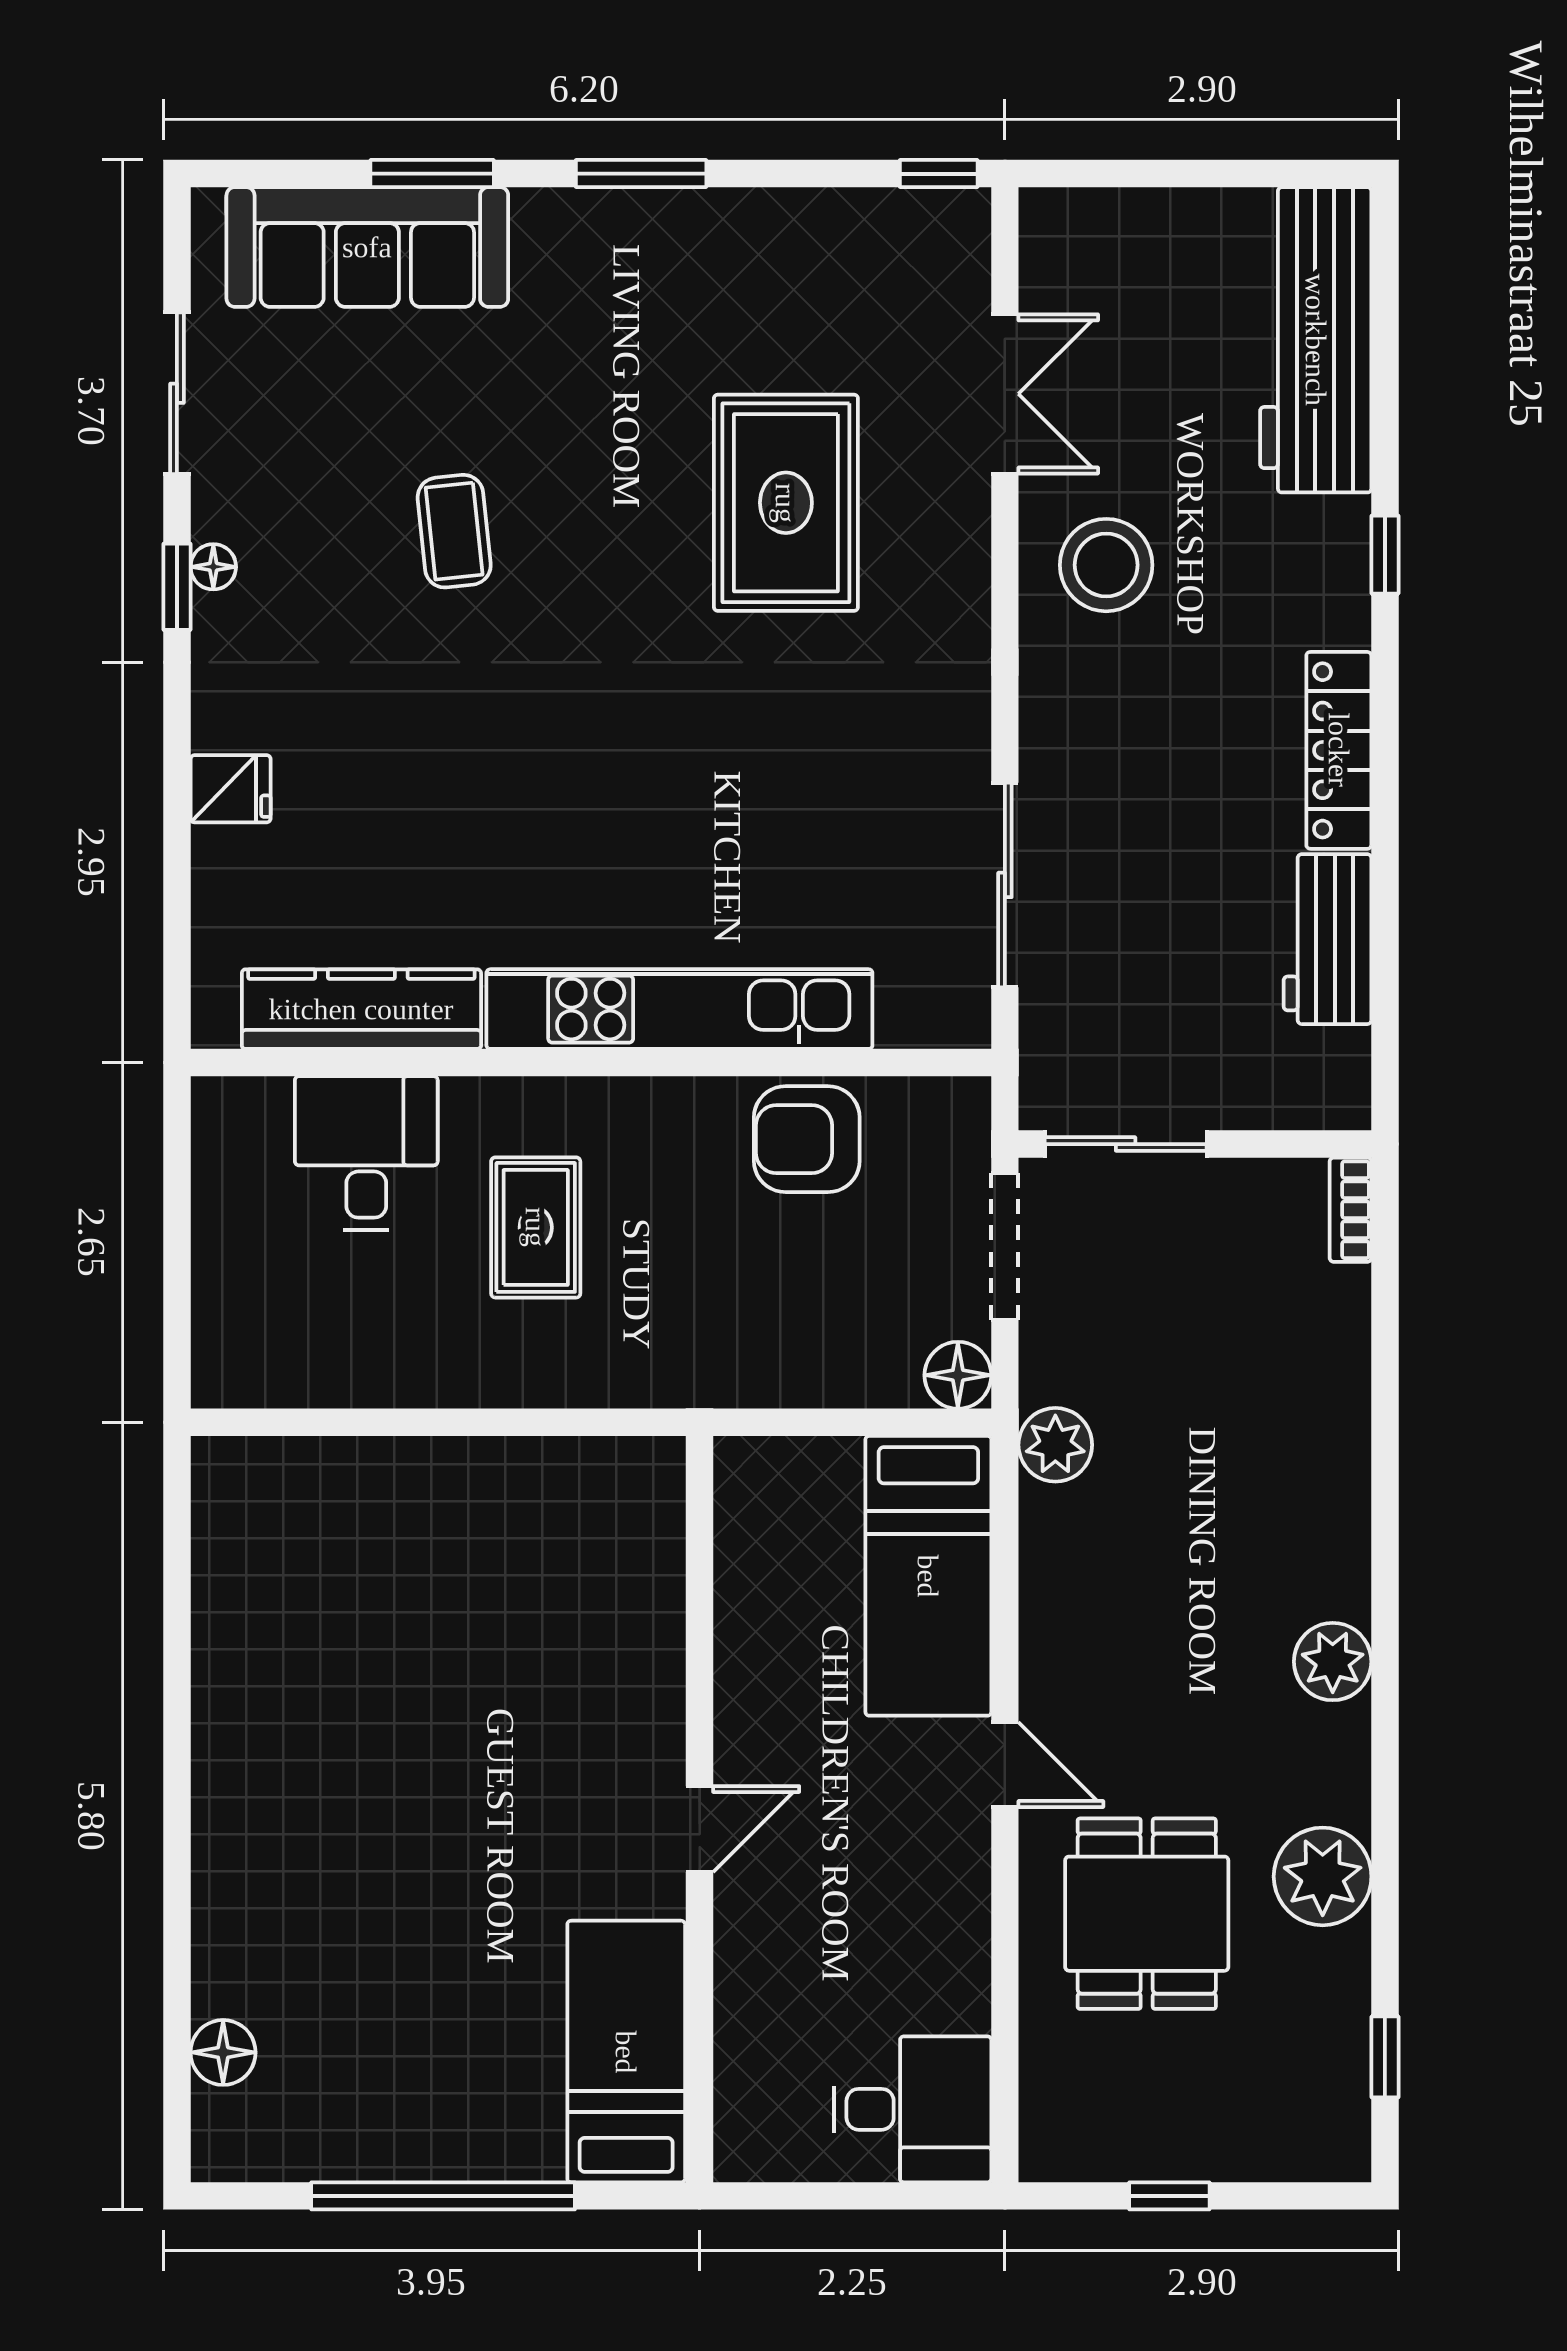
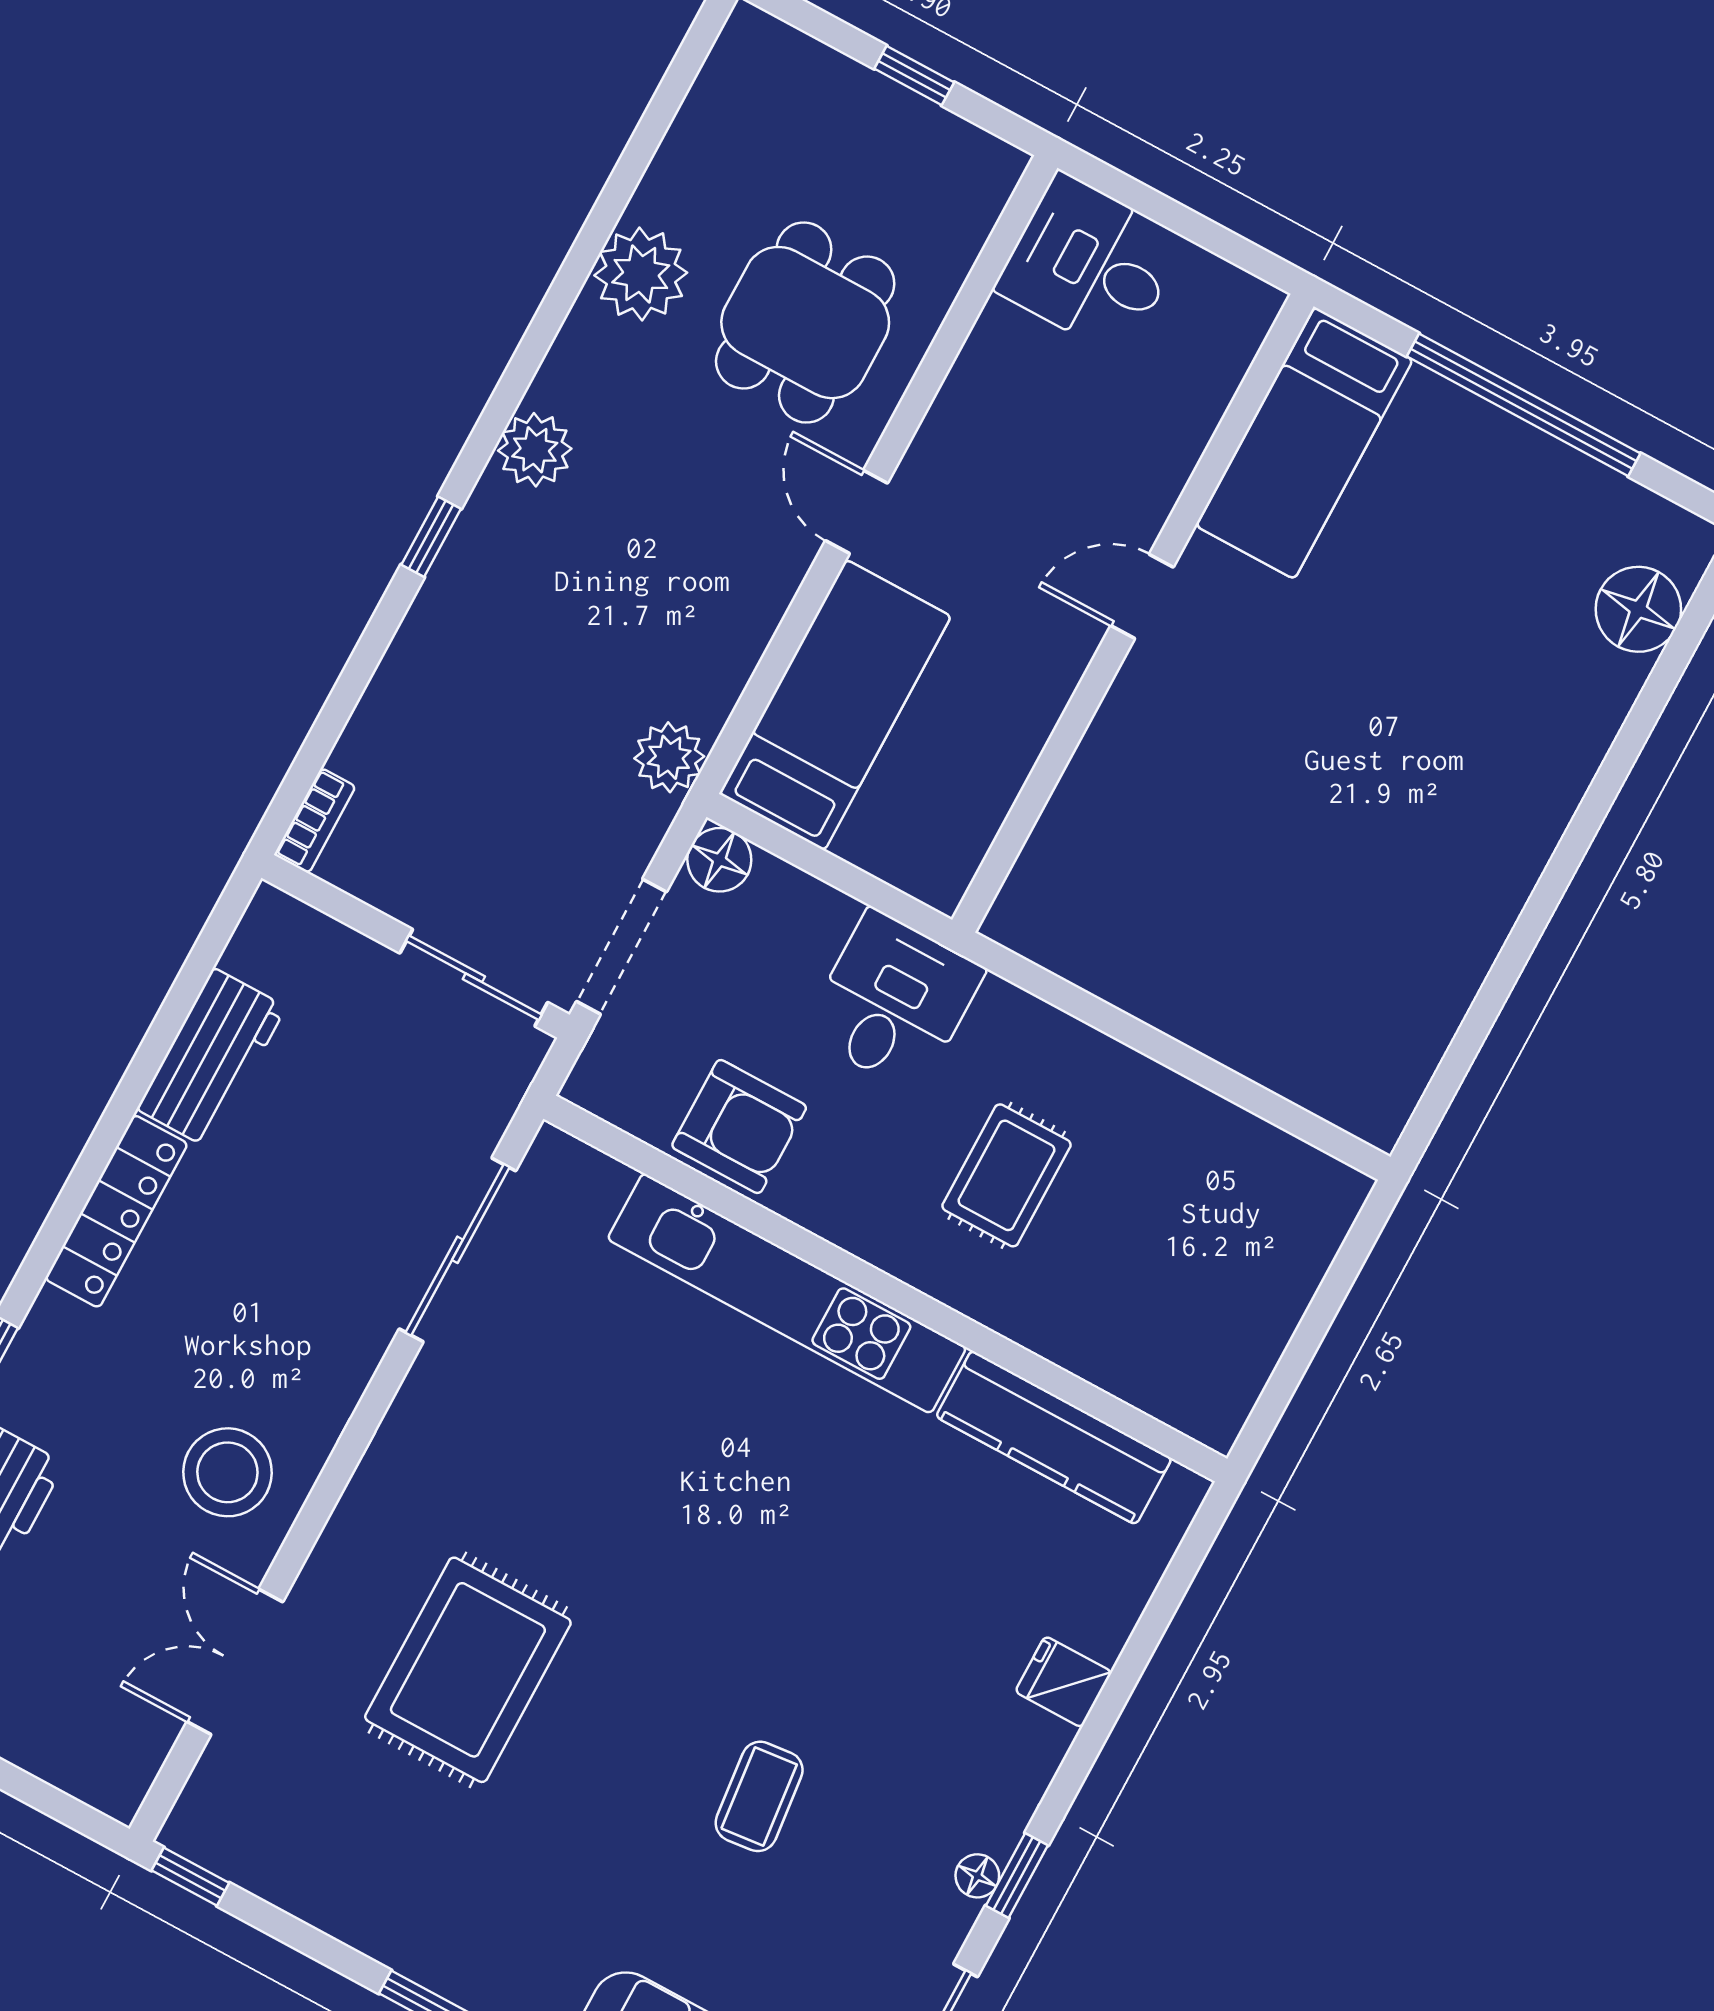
desk: (366, 1153) -> (894, 1001), moved, turned 180
floor lamp: (223, 2052) -> (1638, 609), width x1.38, depth x1.38
window: (1385, 2057) -> (431, 537), moved

